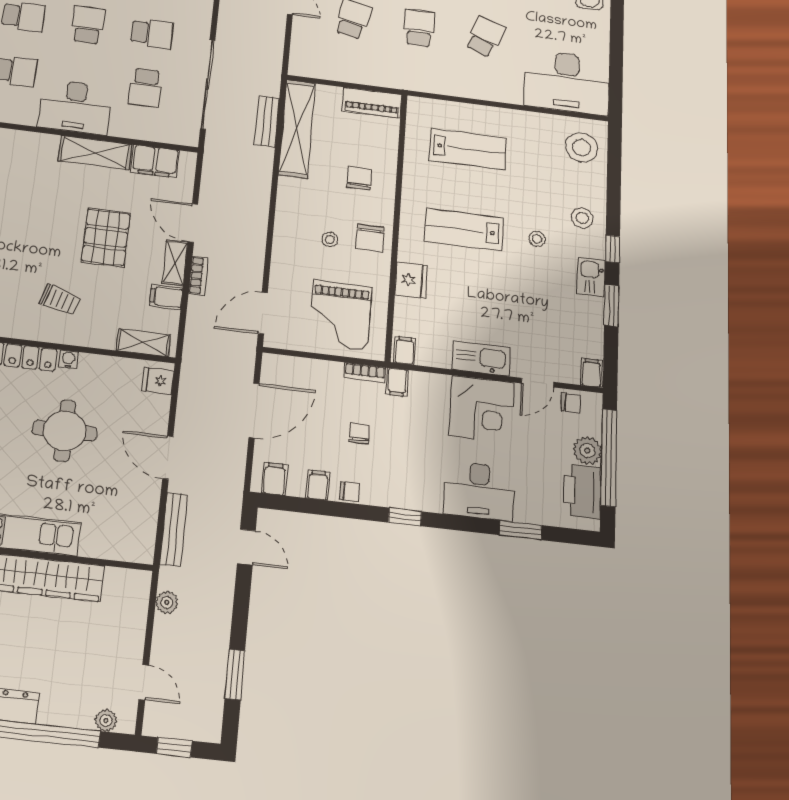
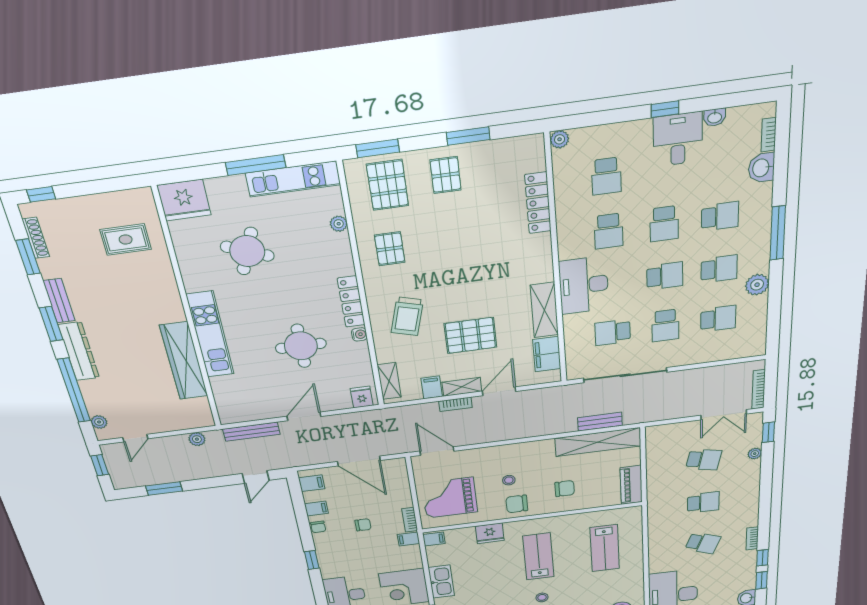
trolley: (60, 300) -> (407, 316), width x1.36, depth x1.39

